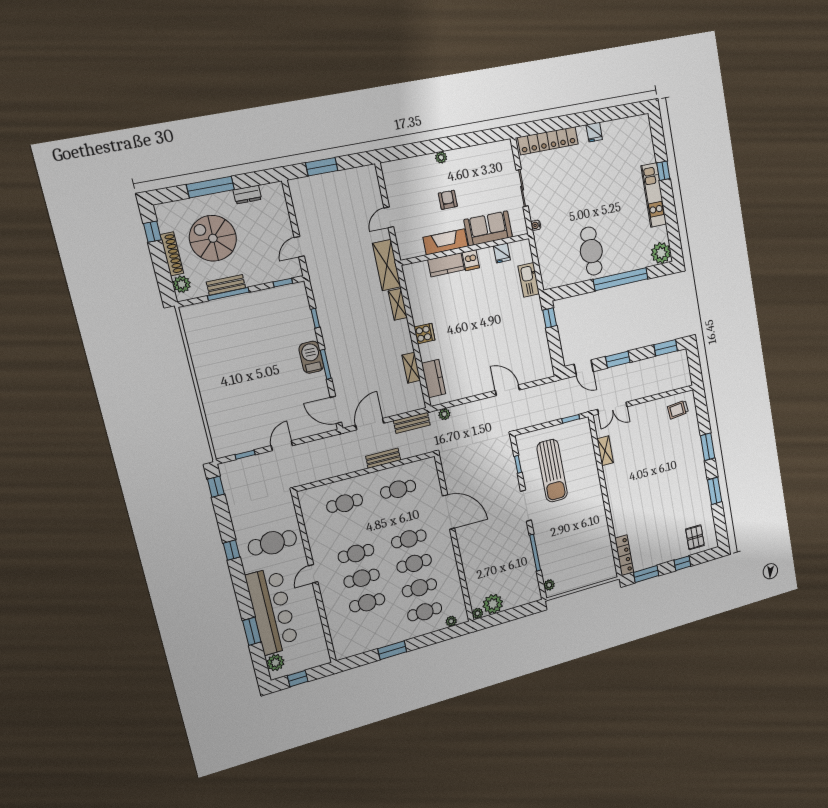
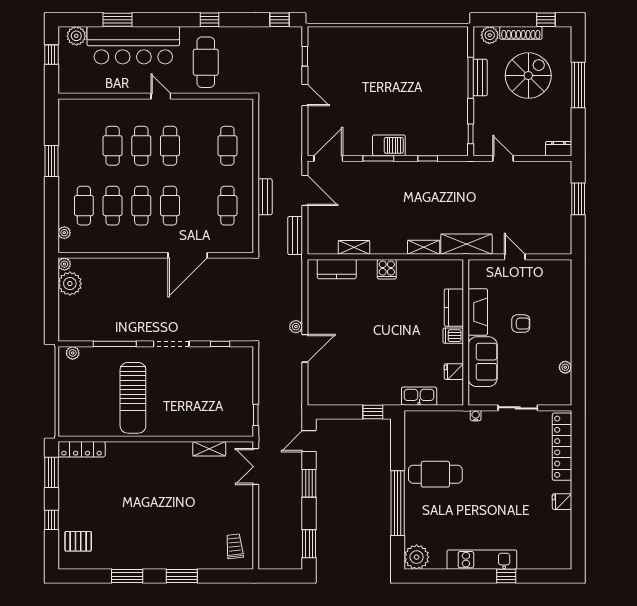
plant: (441, 157) -> (565, 367), moved
dresser: (247, 195) -> (559, 149), moved, turned 90
plant: (444, 414) -> (296, 327), moved
sun lounger: (552, 471) -> (133, 398), moved, turned -90

